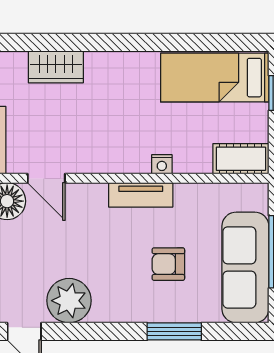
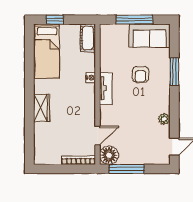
wardrobe: (56, 67) -> (42, 108), moved
sofa: (245, 267) -> (150, 36), width x0.73
plant: (69, 301) -> (164, 119), width x0.53, depth x0.53

